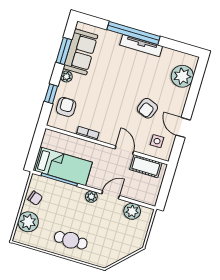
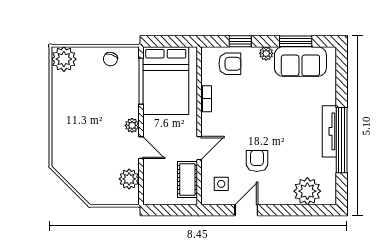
window: (134, 33) -> (342, 140), moved
armchair: (147, 108) -> (257, 161), turned 69
bed: (63, 166) -> (166, 81), width x1.50
plant: (28, 222) -> (64, 59), moved
cafe table: (71, 240) -> (73, 116), removed

